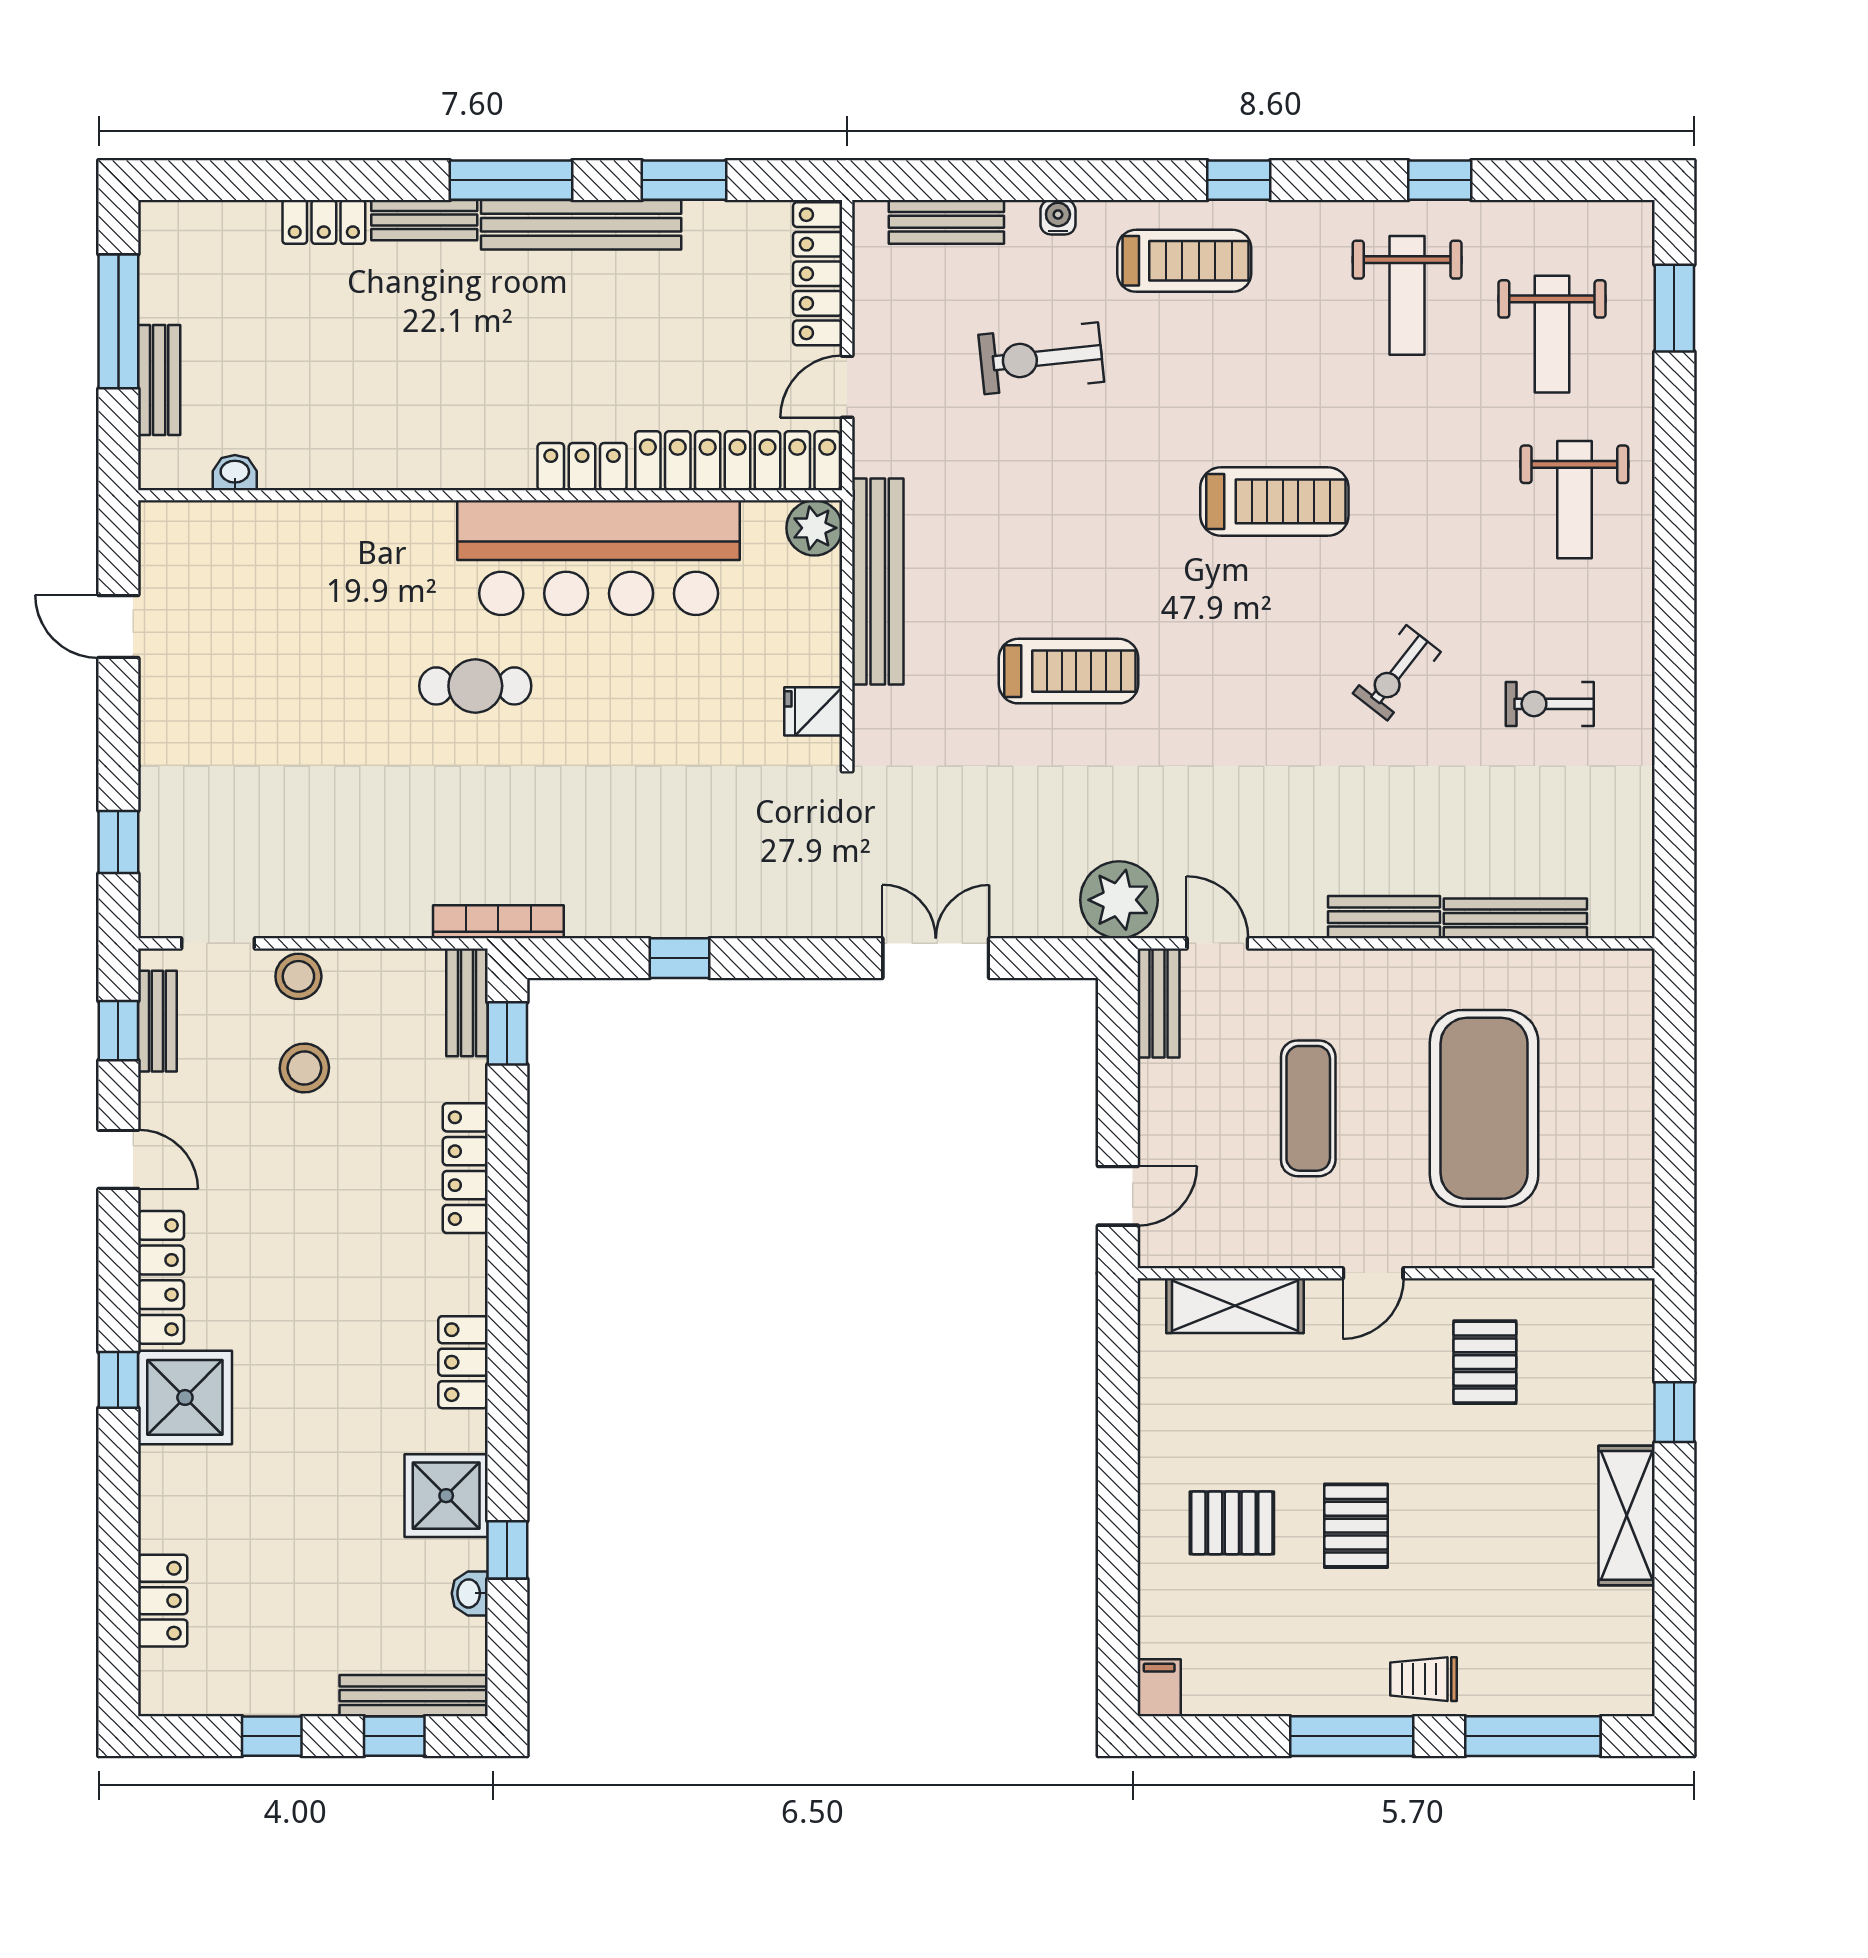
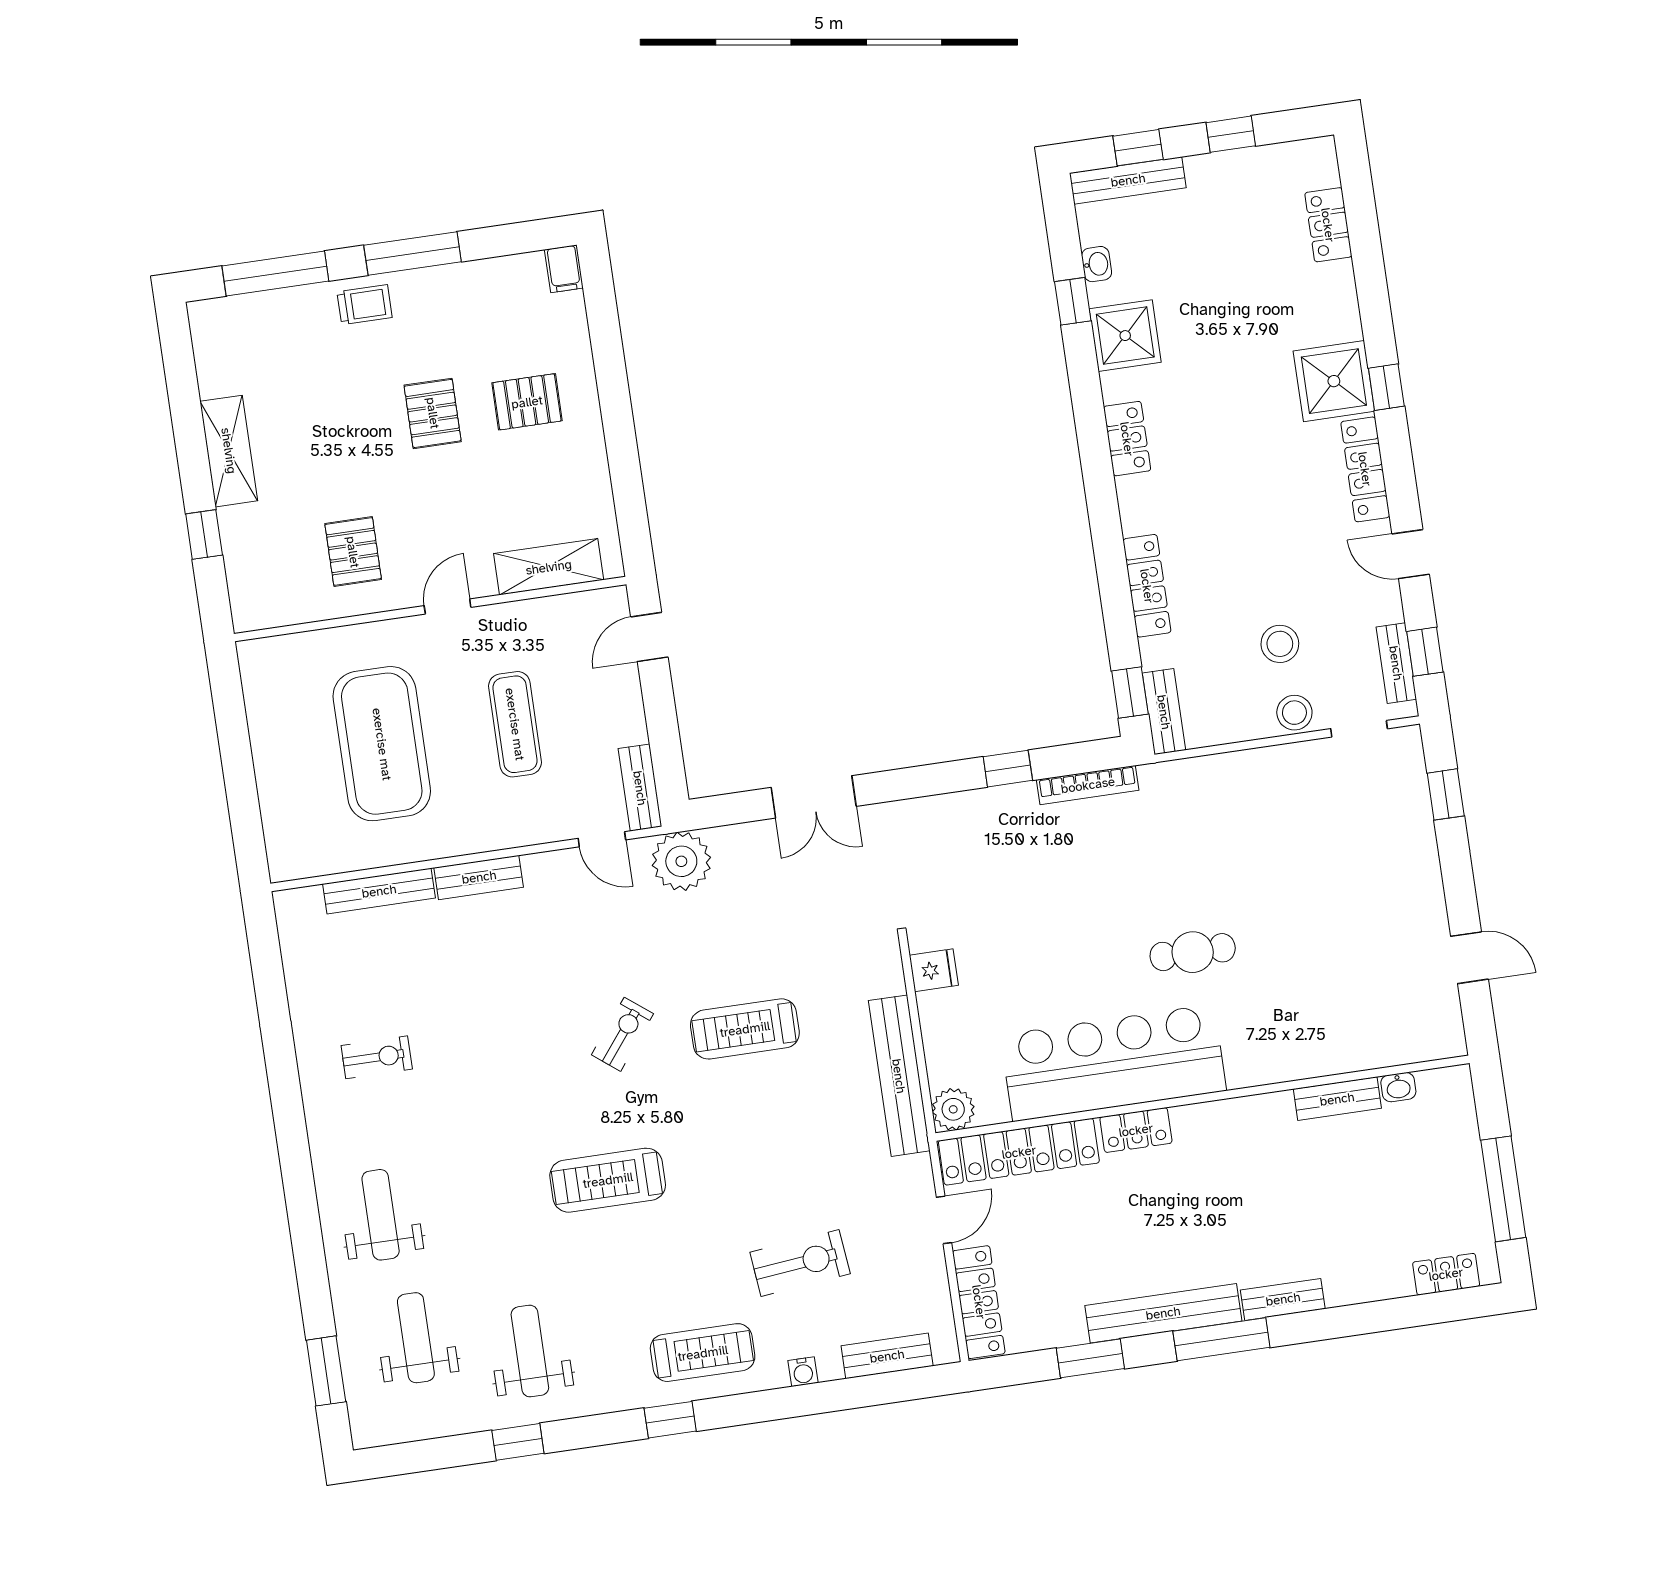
locker: (324, 222) -> (1446, 1274), moved
treadmill: (1184, 261) -> (703, 1353), turned 180
bench: (159, 380) -> (1337, 1099), moved, turned 90
exercise bike: (1397, 673) -> (622, 1034), moved
bookcase: (498, 922) -> (1088, 785), moved

